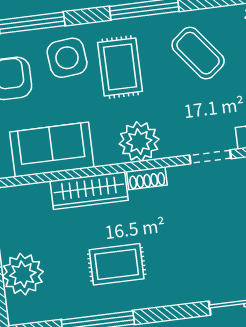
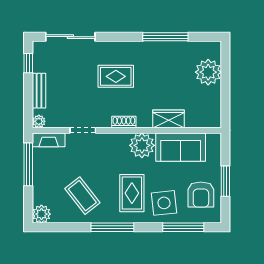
plant: (139, 141) -> (142, 145), moved
wardrobe: (89, 191) -> (168, 119), width x0.67
rug: (117, 264) -> (116, 76), moved

